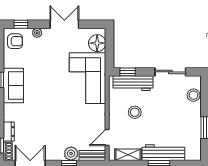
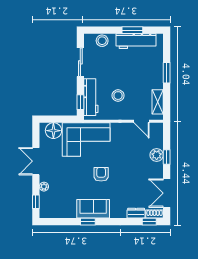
armchair: (15, 41) -> (101, 174), moved
workbench: (163, 153) -> (136, 41), moved, turned -90
bench: (92, 155) -> (158, 135), removed

